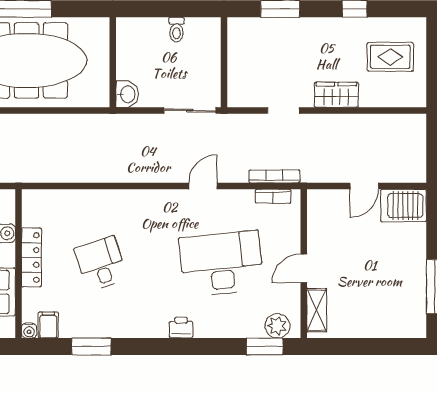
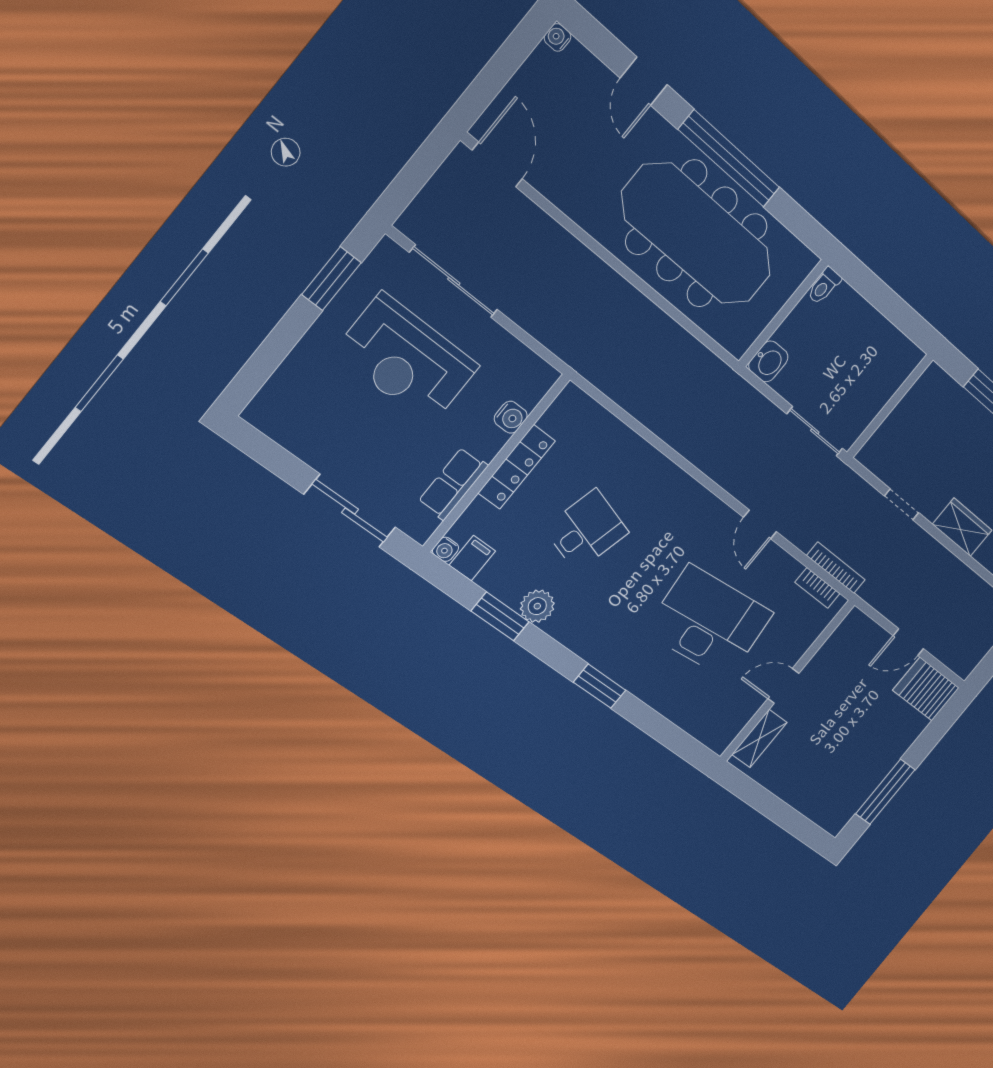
toilet: (176, 30) -> (824, 286), moved
door: (203, 186) -> (760, 524), swing flipped
desk: (101, 264) -> (586, 530), turned 33
plant: (277, 326) -> (537, 606), moved
printer: (181, 328) -> (612, 662), removed
window: (265, 347) -> (600, 686), moved

